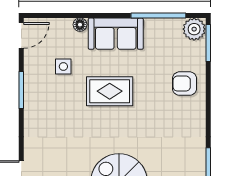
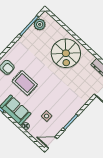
rug: (110, 91) -> (25, 83), moved

